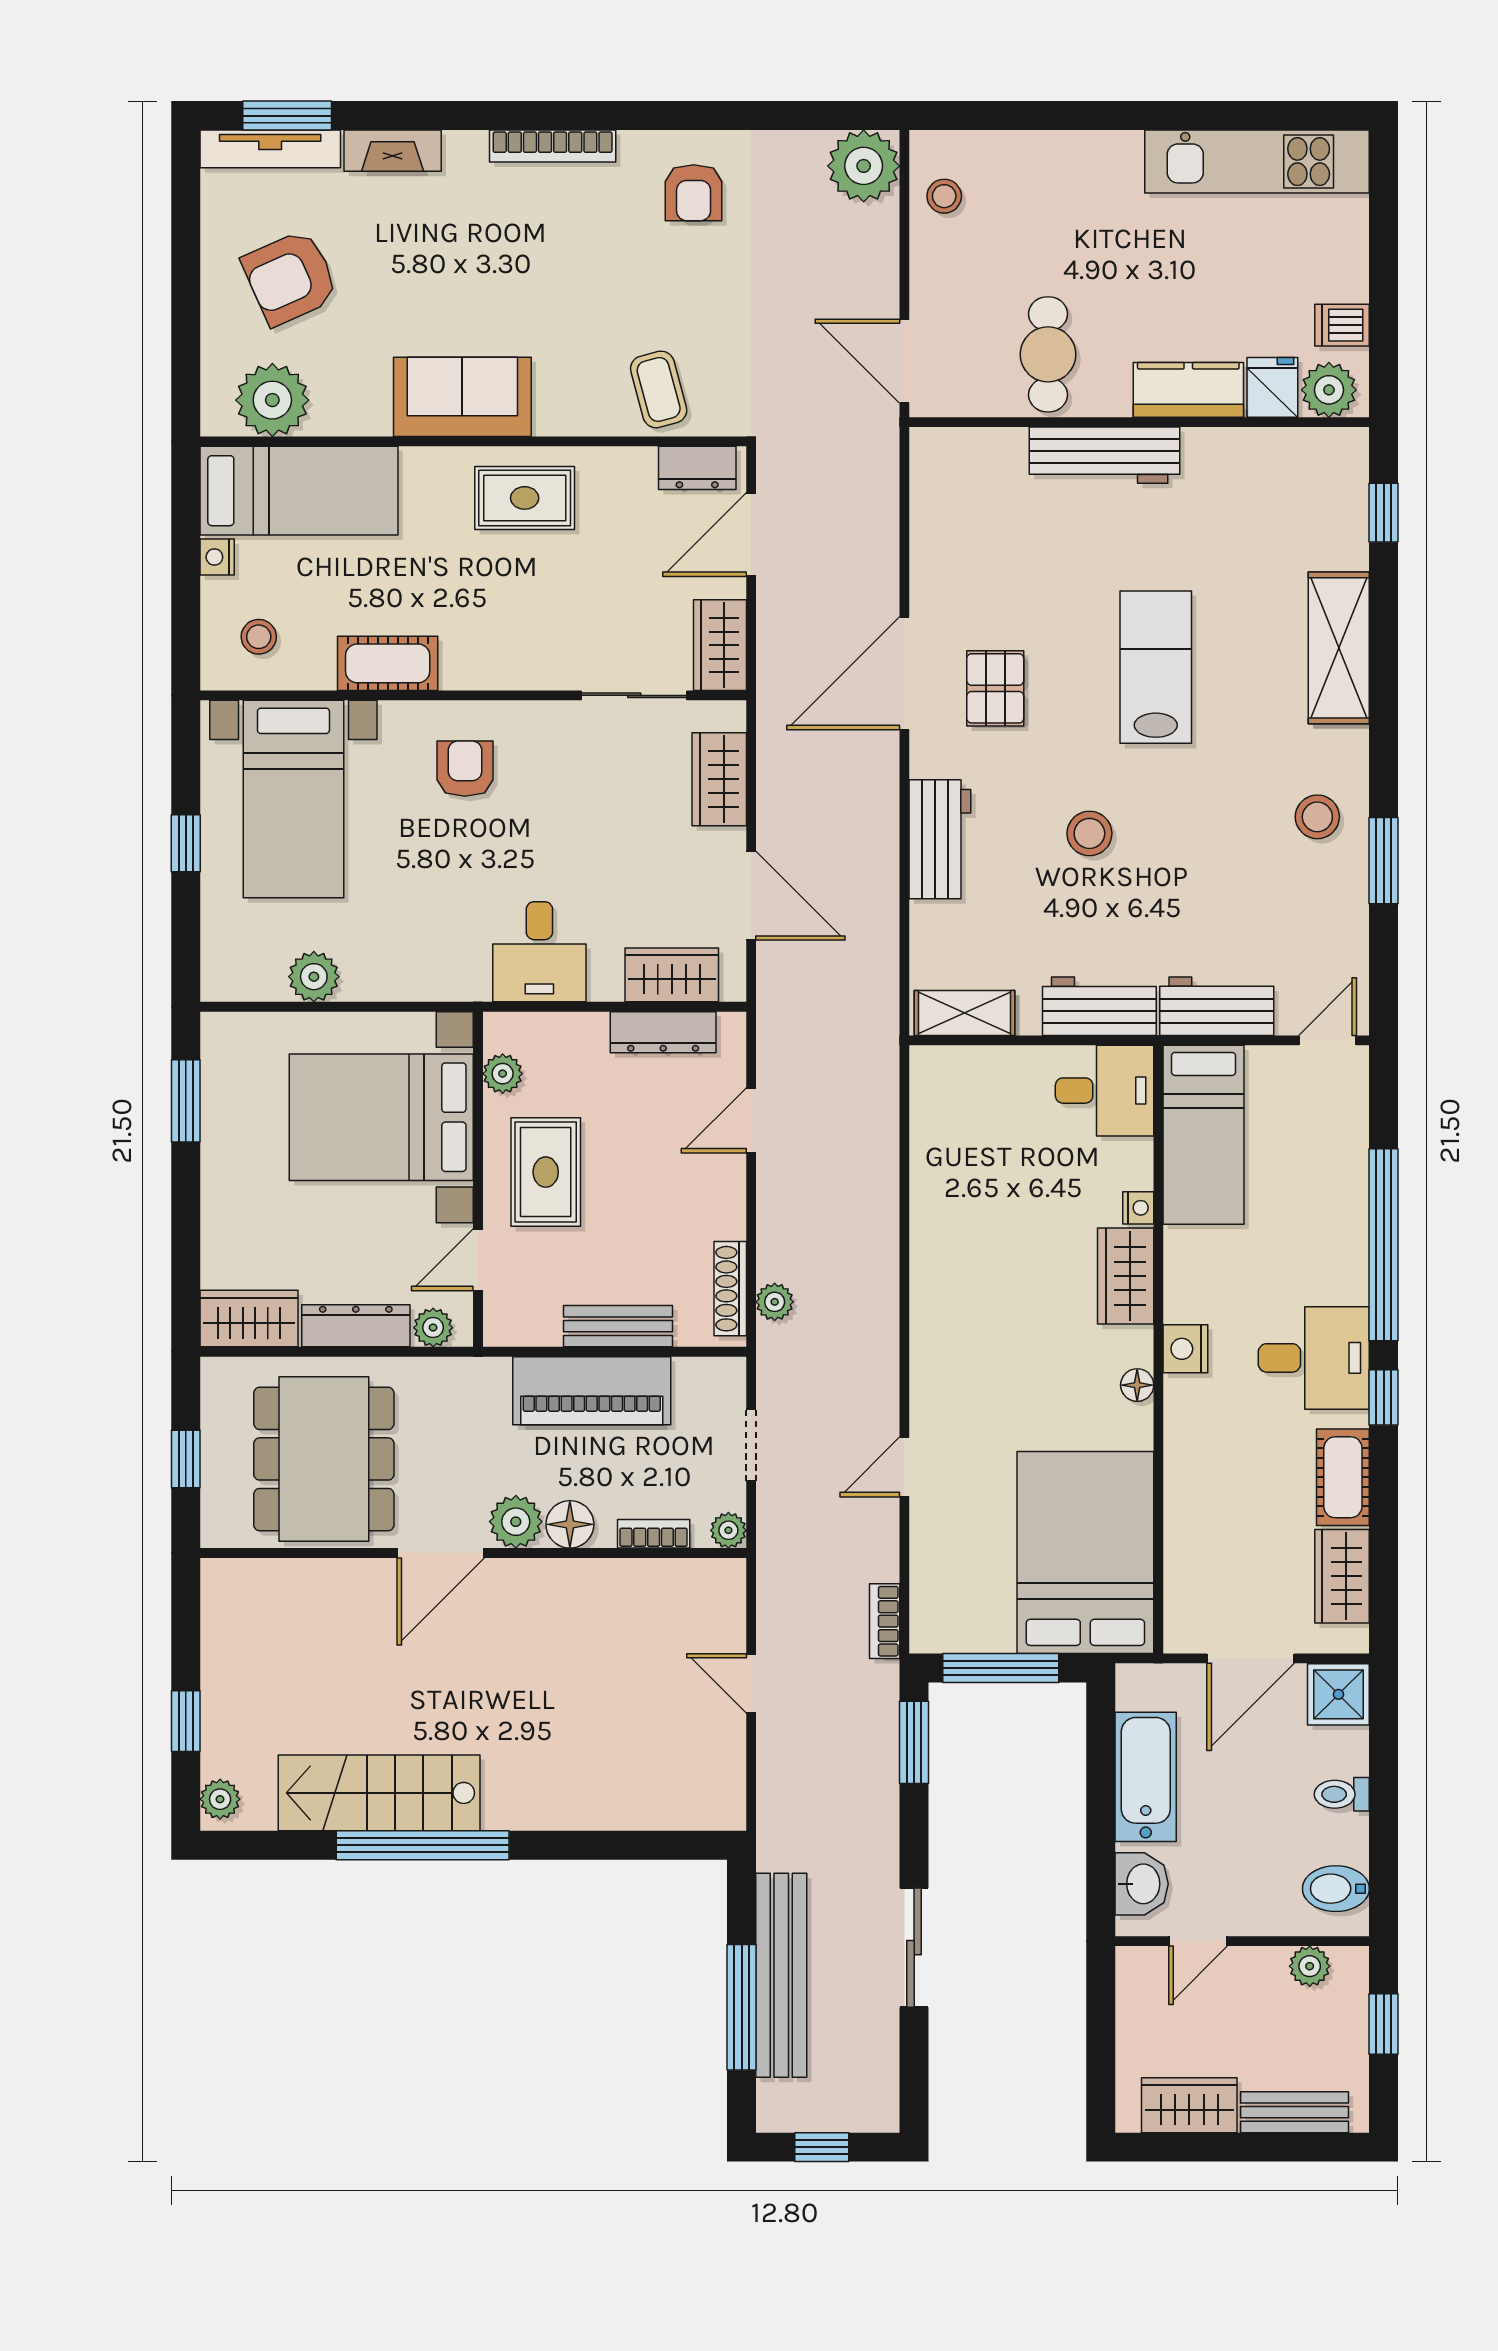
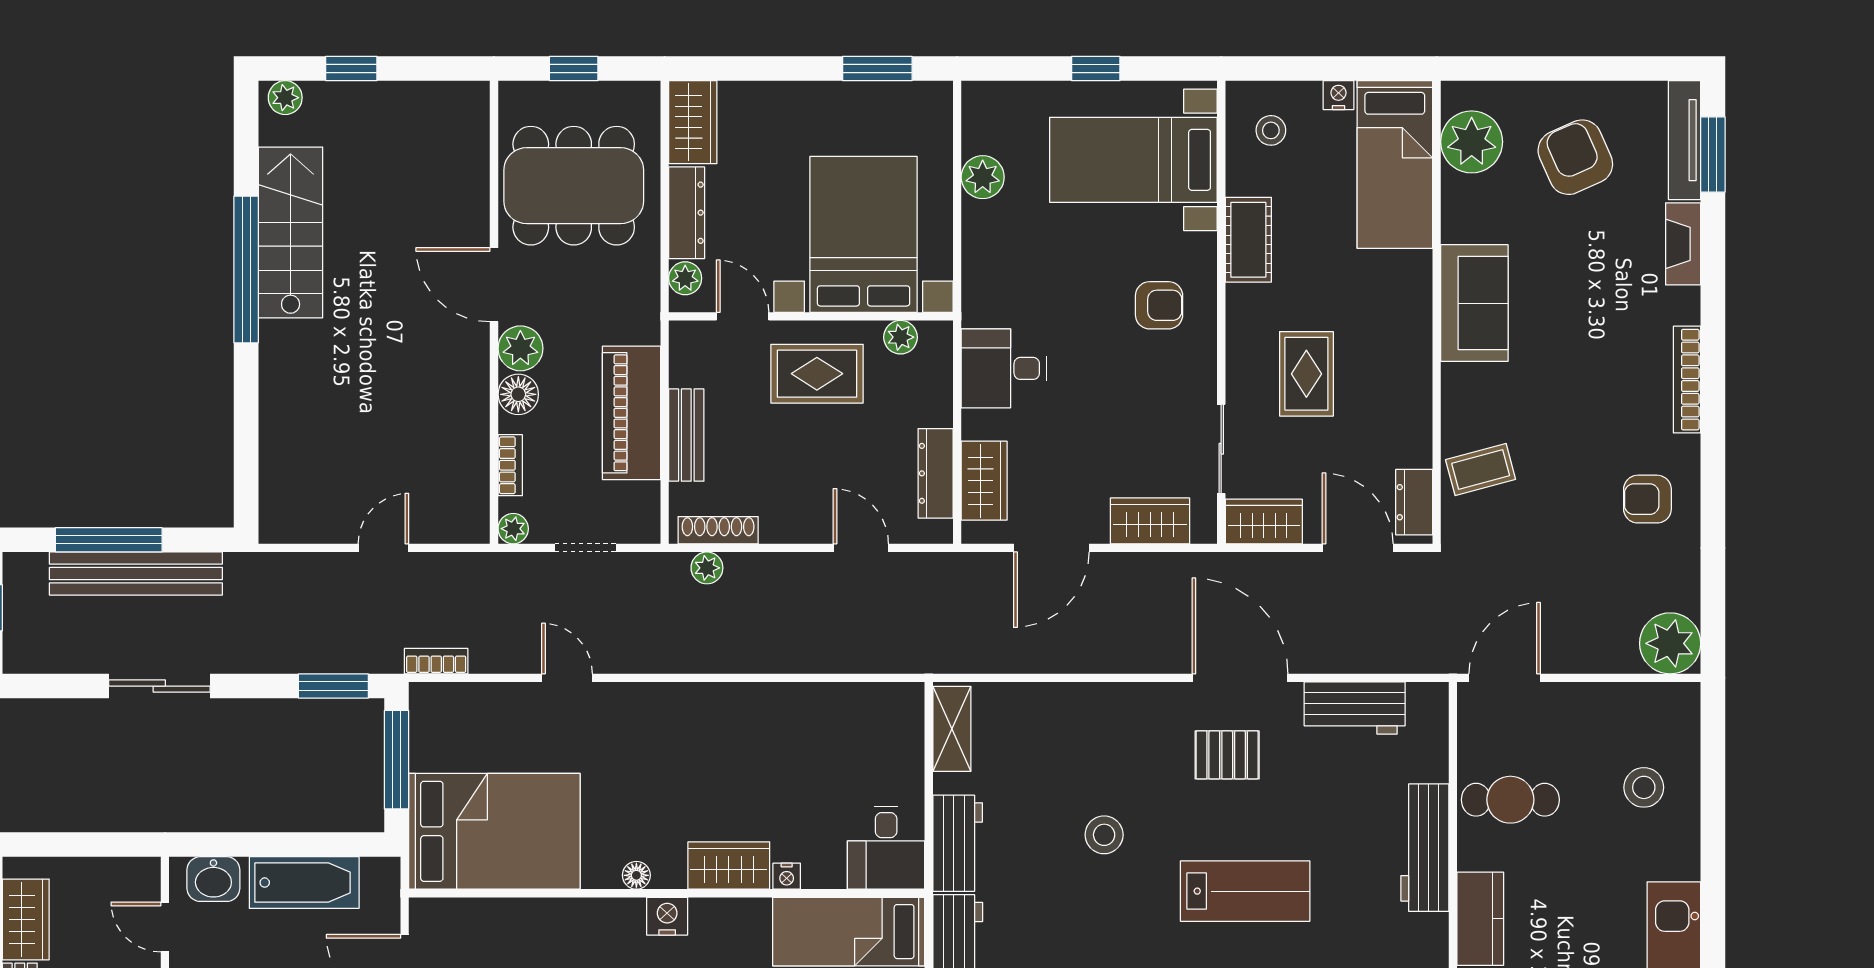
stool: (944, 196) -> (1644, 787), moved, width x1.37, depth x1.37
rug: (525, 498) -> (1306, 374), moved
workbench: (940, 839) -> (1355, 708), moved

